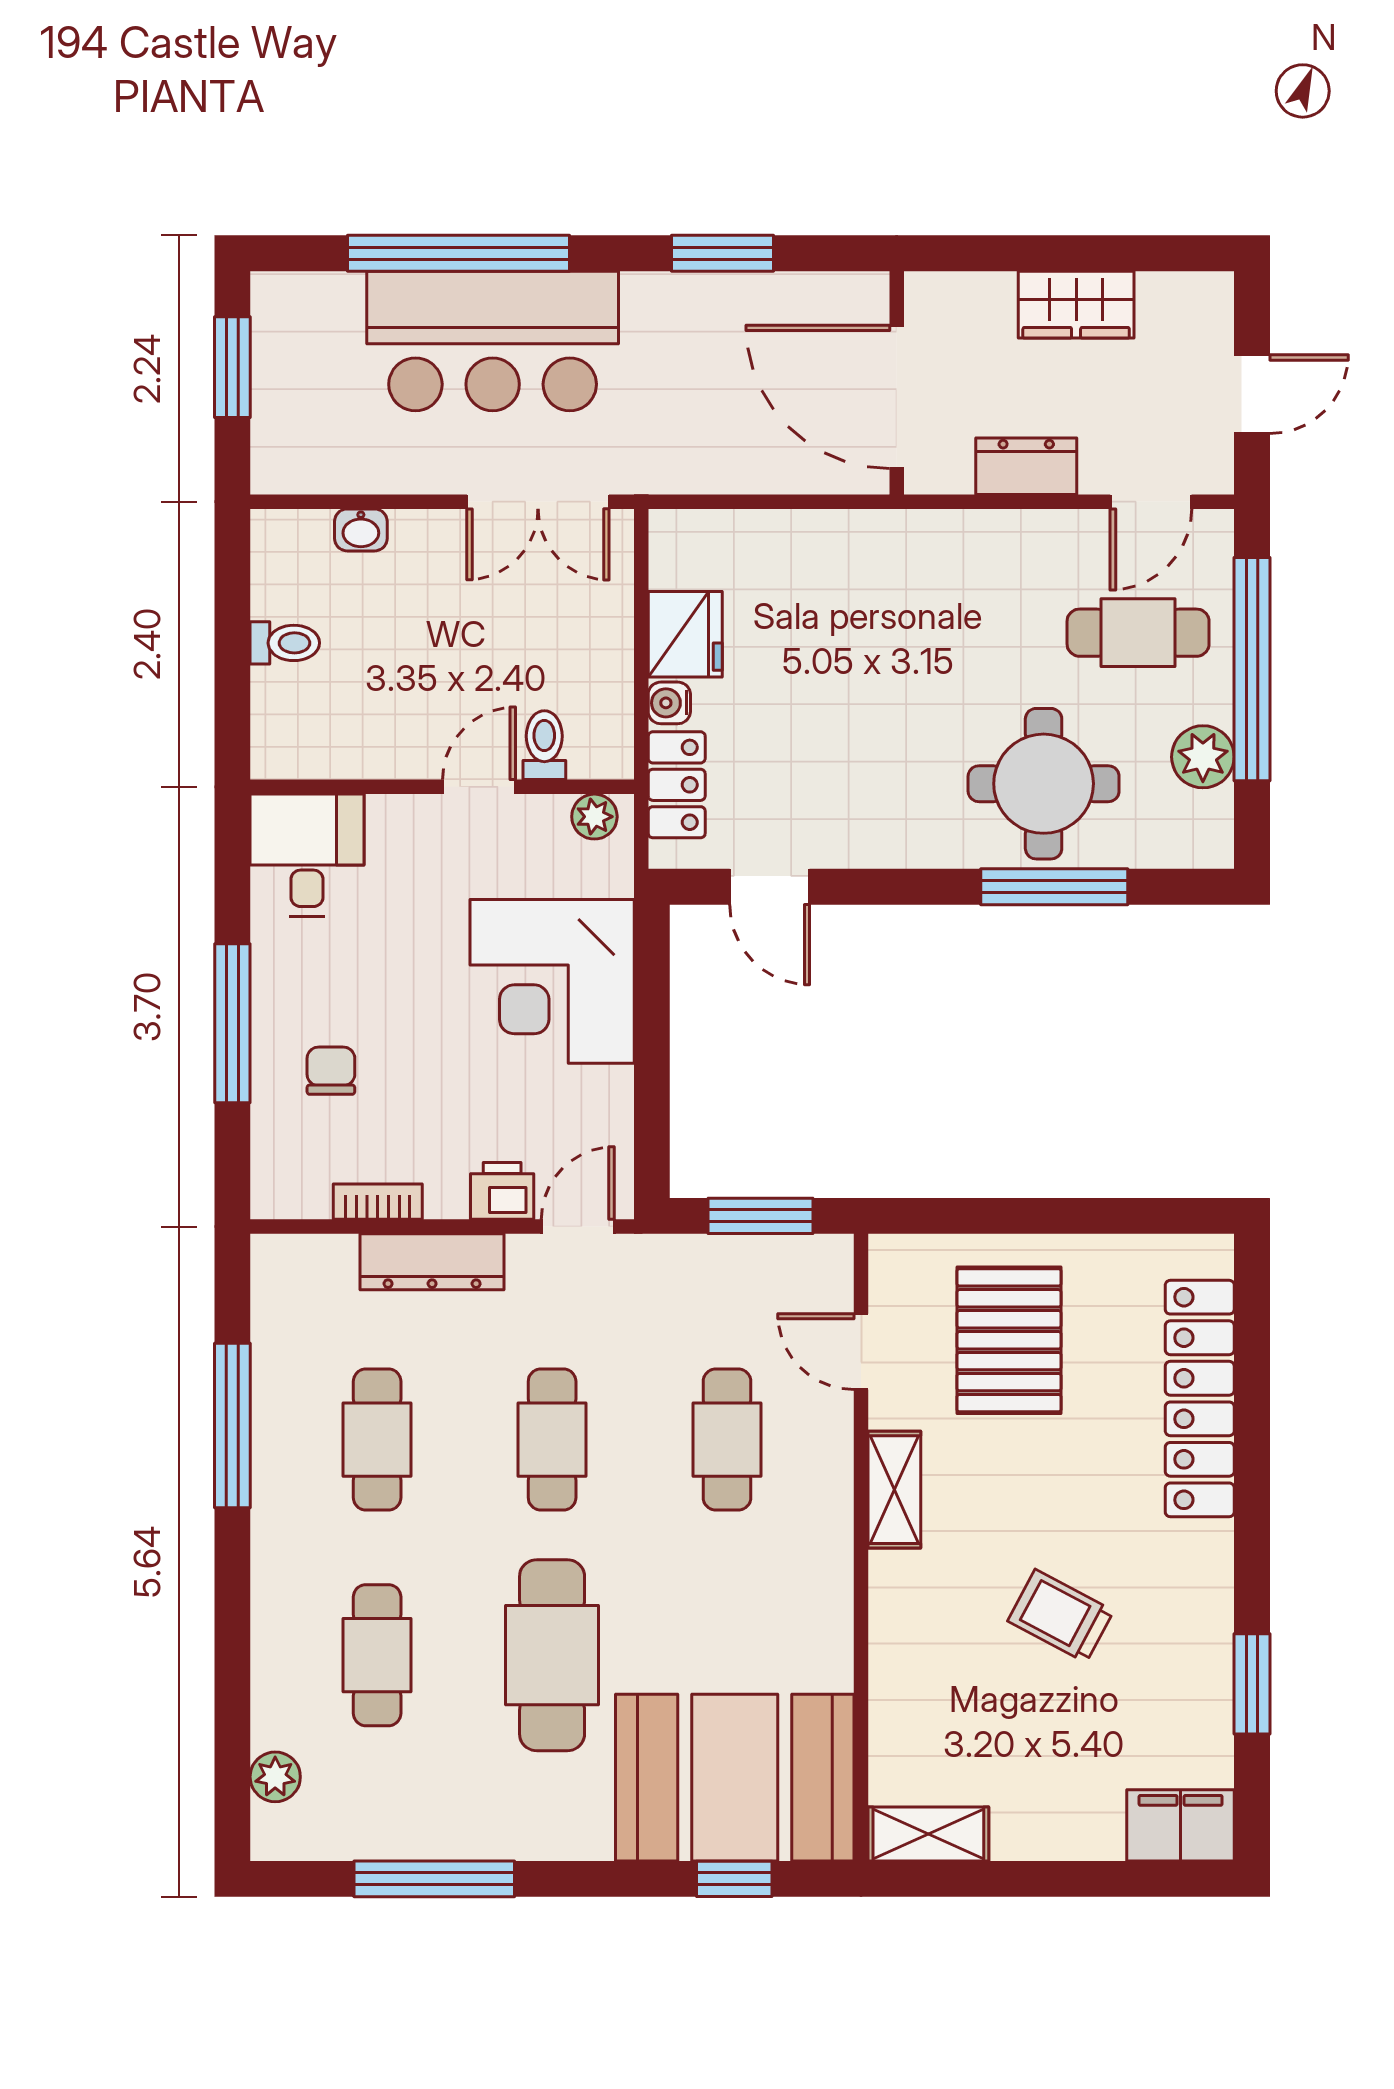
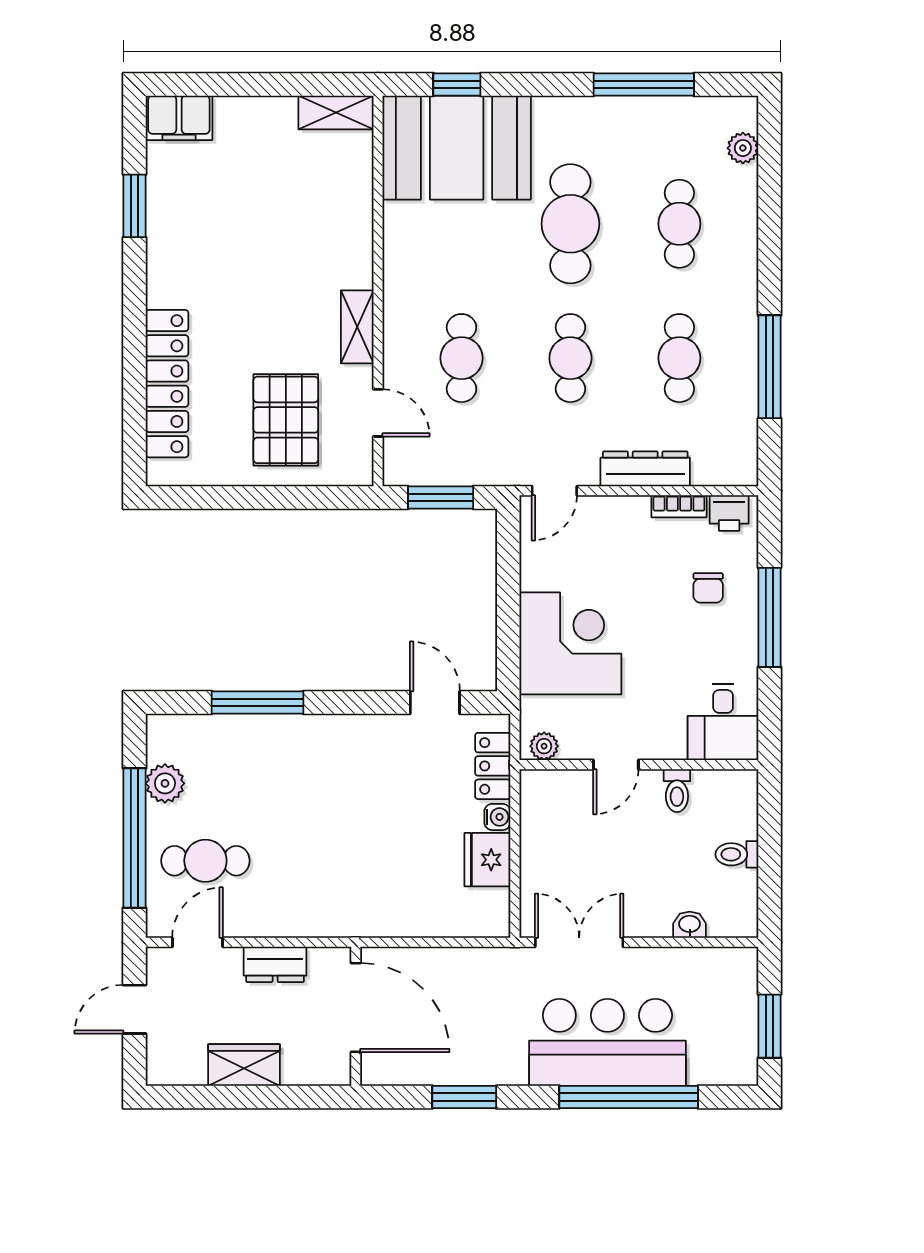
toilet: (544, 745) -> (677, 791), moved
round table: (1044, 784) -> (264, 767), removed
printer: (502, 1191) -> (729, 513), moved
trolley: (1061, 1616) -> (254, 248), removed

